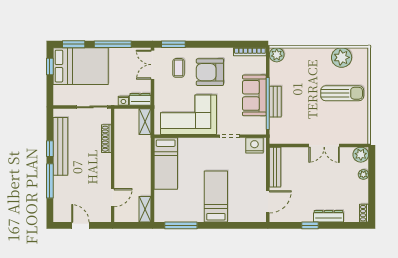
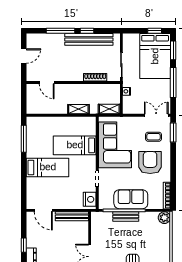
dresser: (140, 99) -> (128, 105), removed
bed: (166, 164) -> (75, 145), moved
shelving: (145, 209) -> (78, 109), moved

